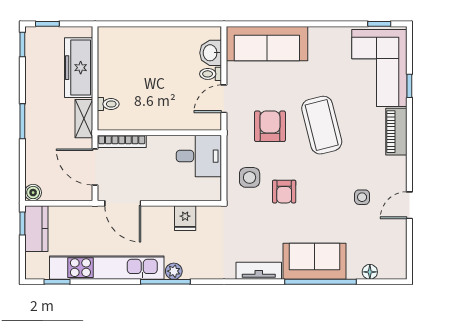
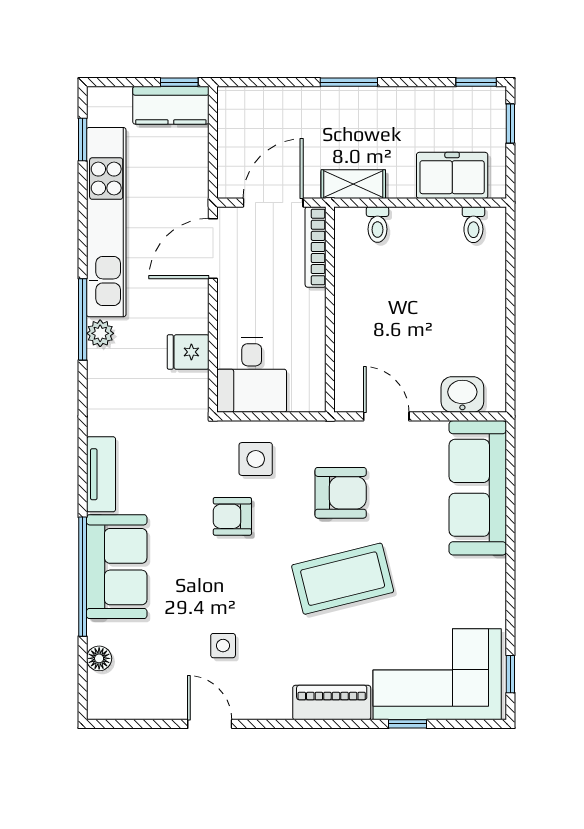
freezer: (79, 68) -> (452, 175), width x0.71
toilet: (211, 74) -> (473, 225), moved, turned 180
desk: (199, 156) -> (252, 375), moved
boiler: (33, 193) -> (231, 100), removed

